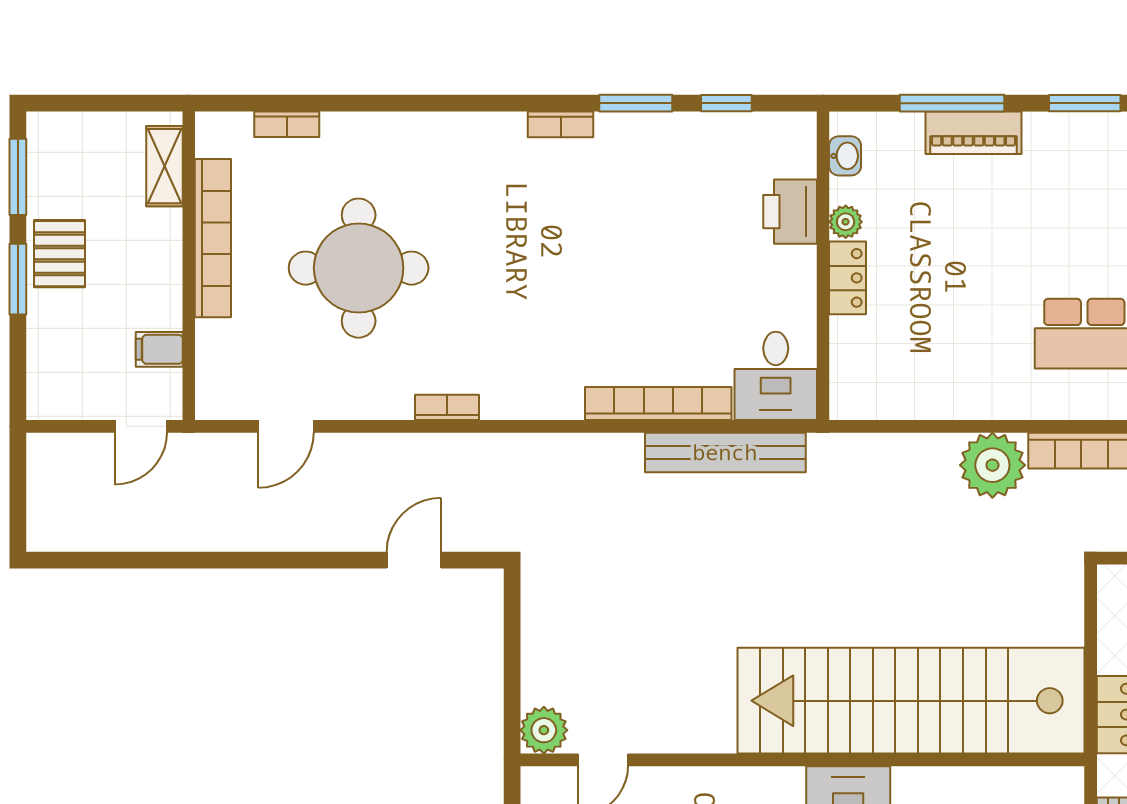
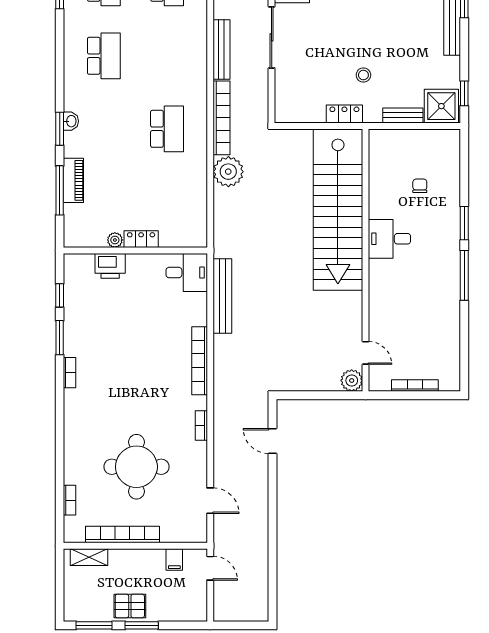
washbasin: (845, 156) -> (71, 121), moved, turned 90
bookcase: (658, 404) -> (200, 361), moved

